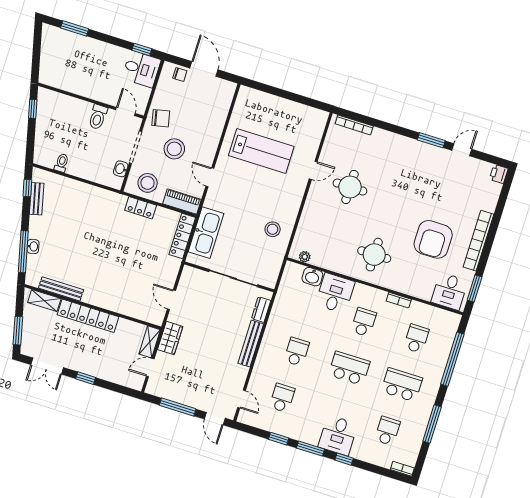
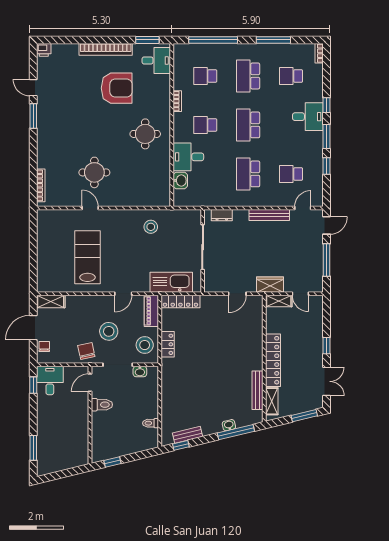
shelving: (226, 97) -> (51, 301), added
plant: (305, 257) -> (165, 192), removed
bench: (251, 344) -> (269, 215), moved
school desk: (297, 352) -> (248, 174), width x1.85

